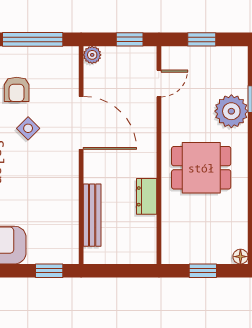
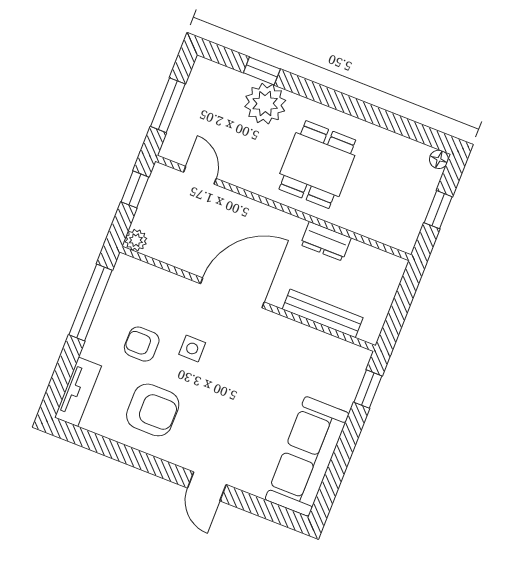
window: (202, 39) -> (168, 105), width x1.50
armchair: (17, 89) -> (142, 344), turned 180
door: (81, 123) -> (232, 293), moved
side table: (28, 128) -> (192, 348), turned 45

